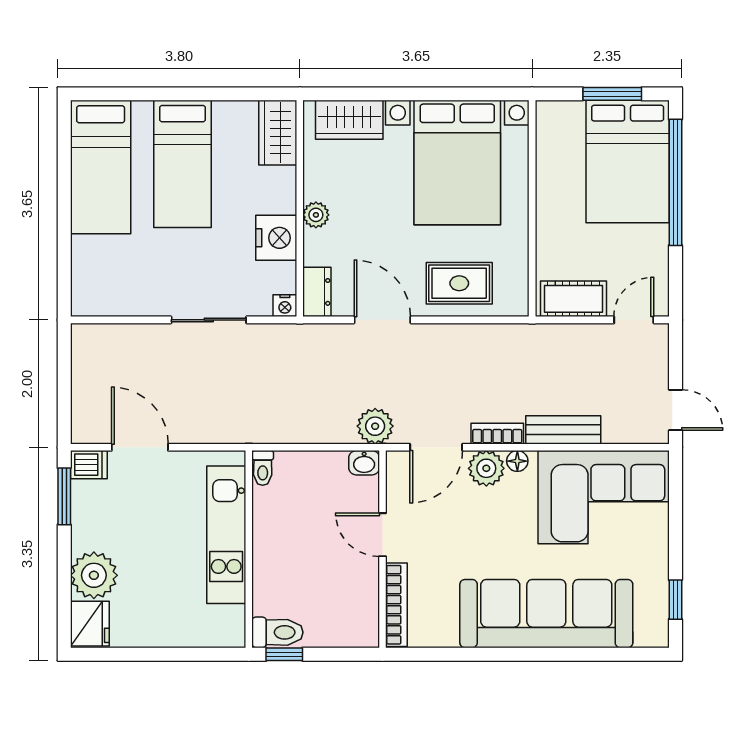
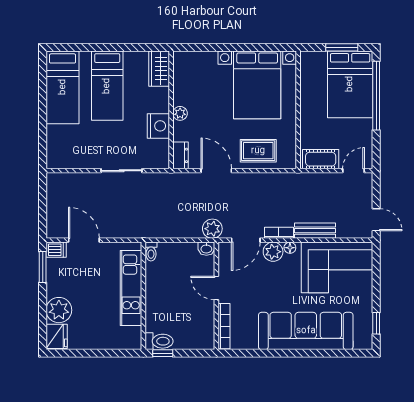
wardrobe: (349, 120) -> (198, 61), removed
nightstand: (285, 306) -> (163, 163), removed

